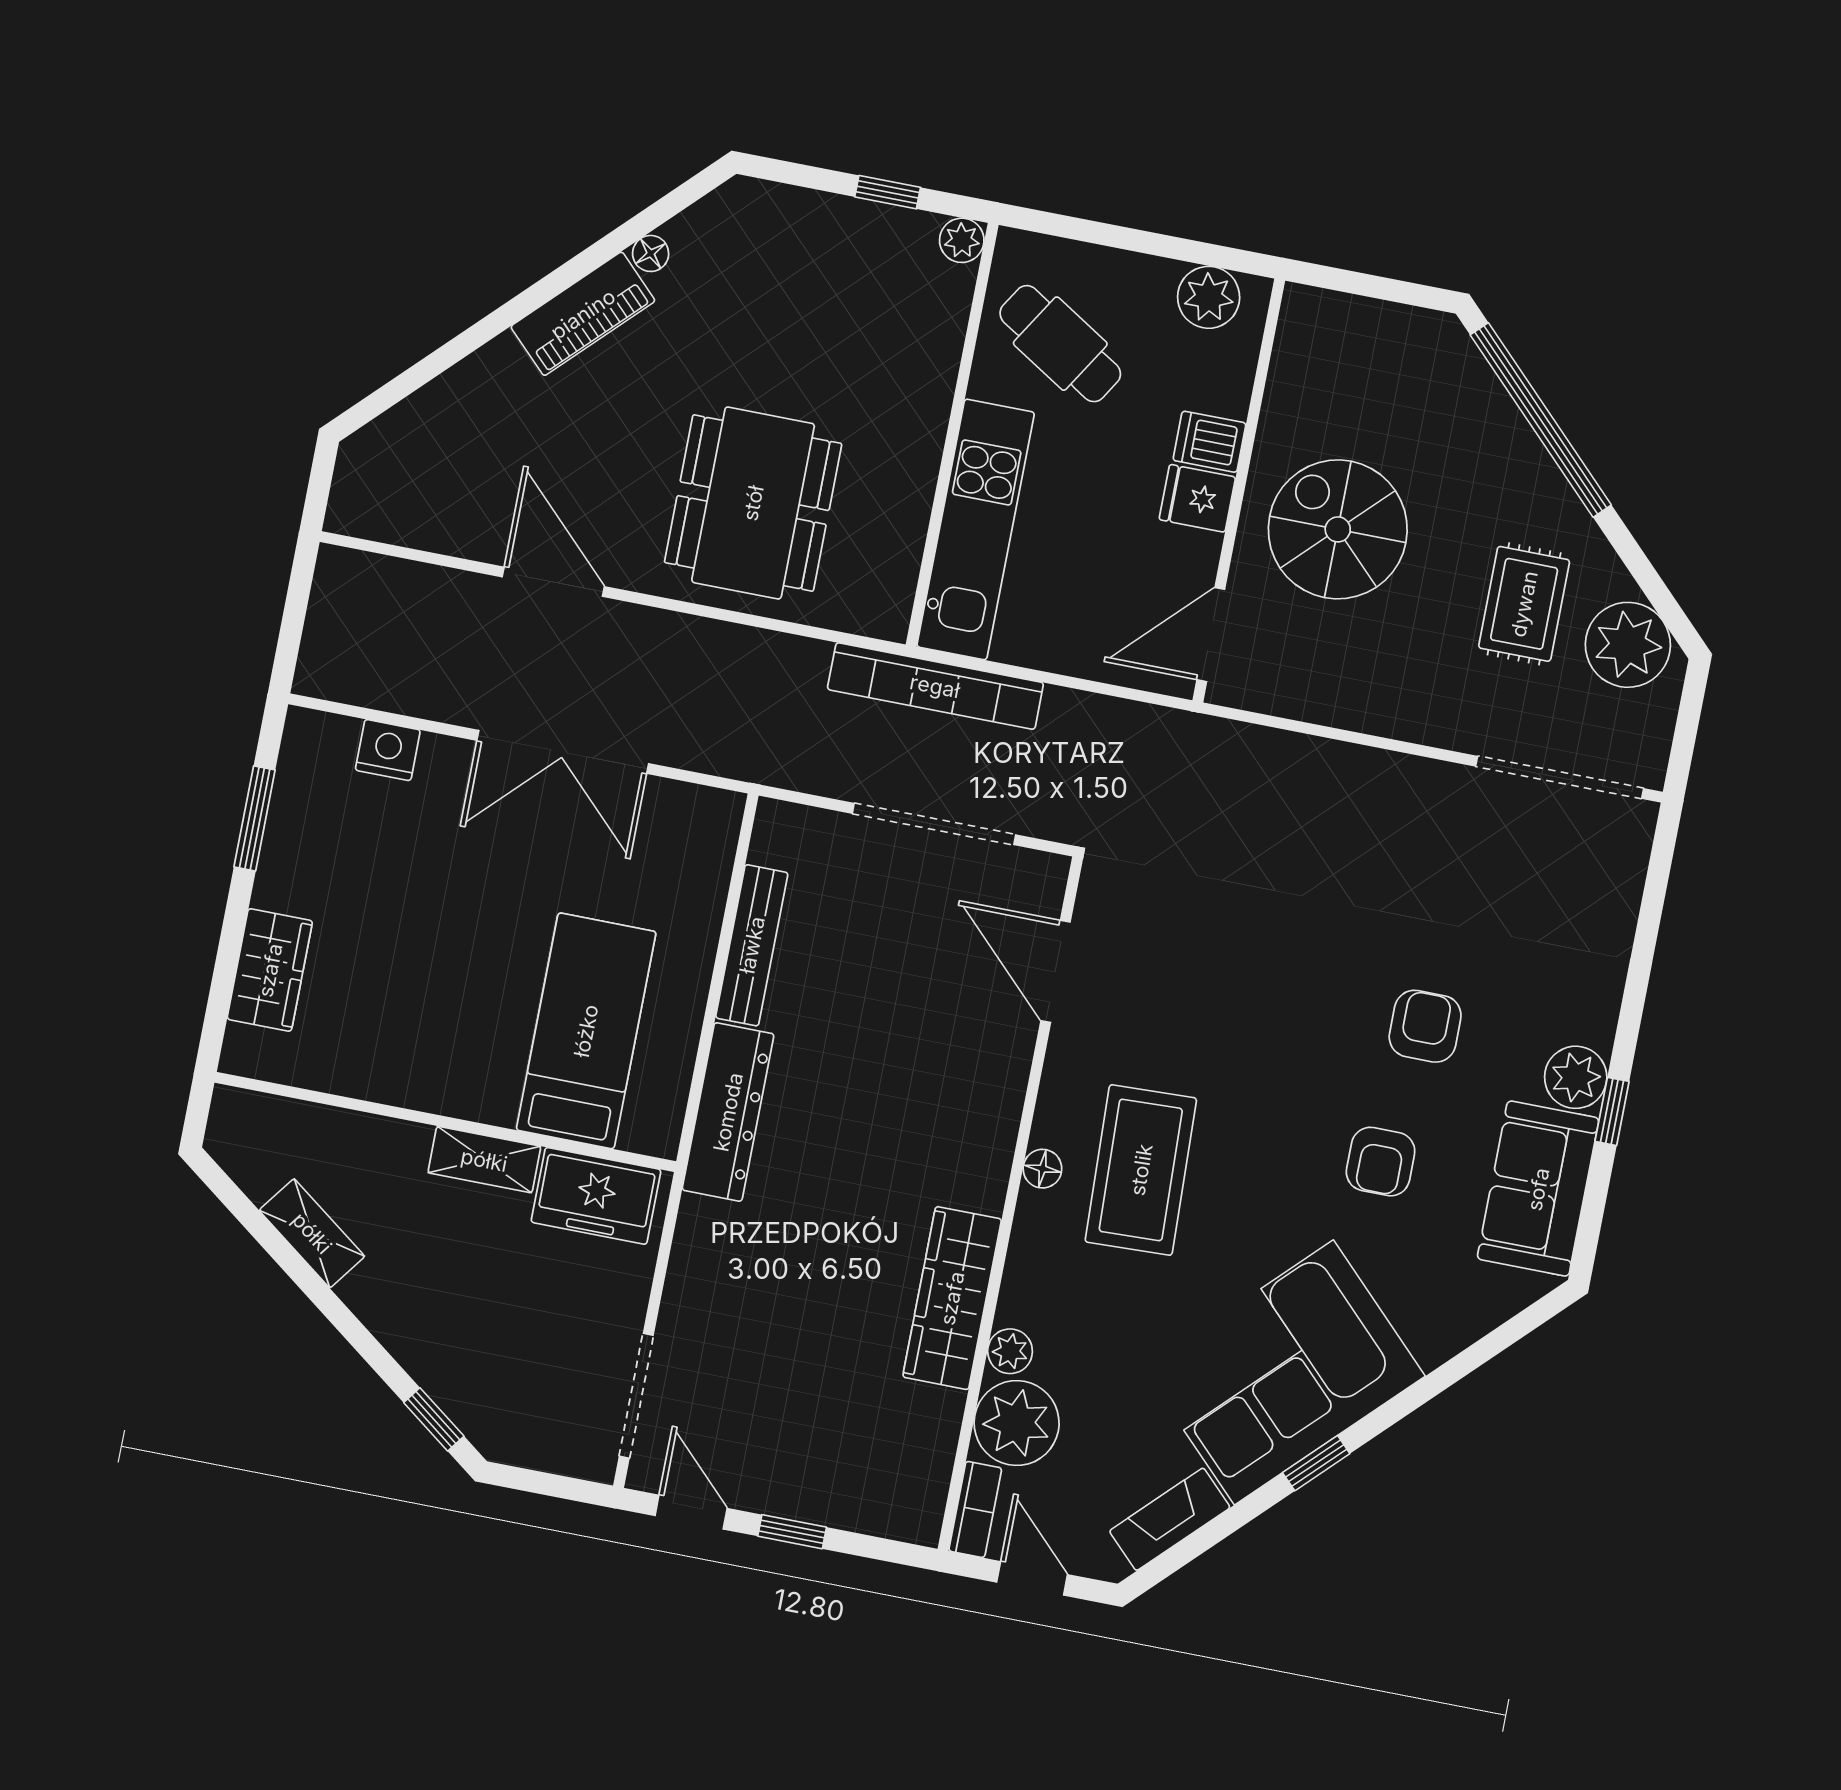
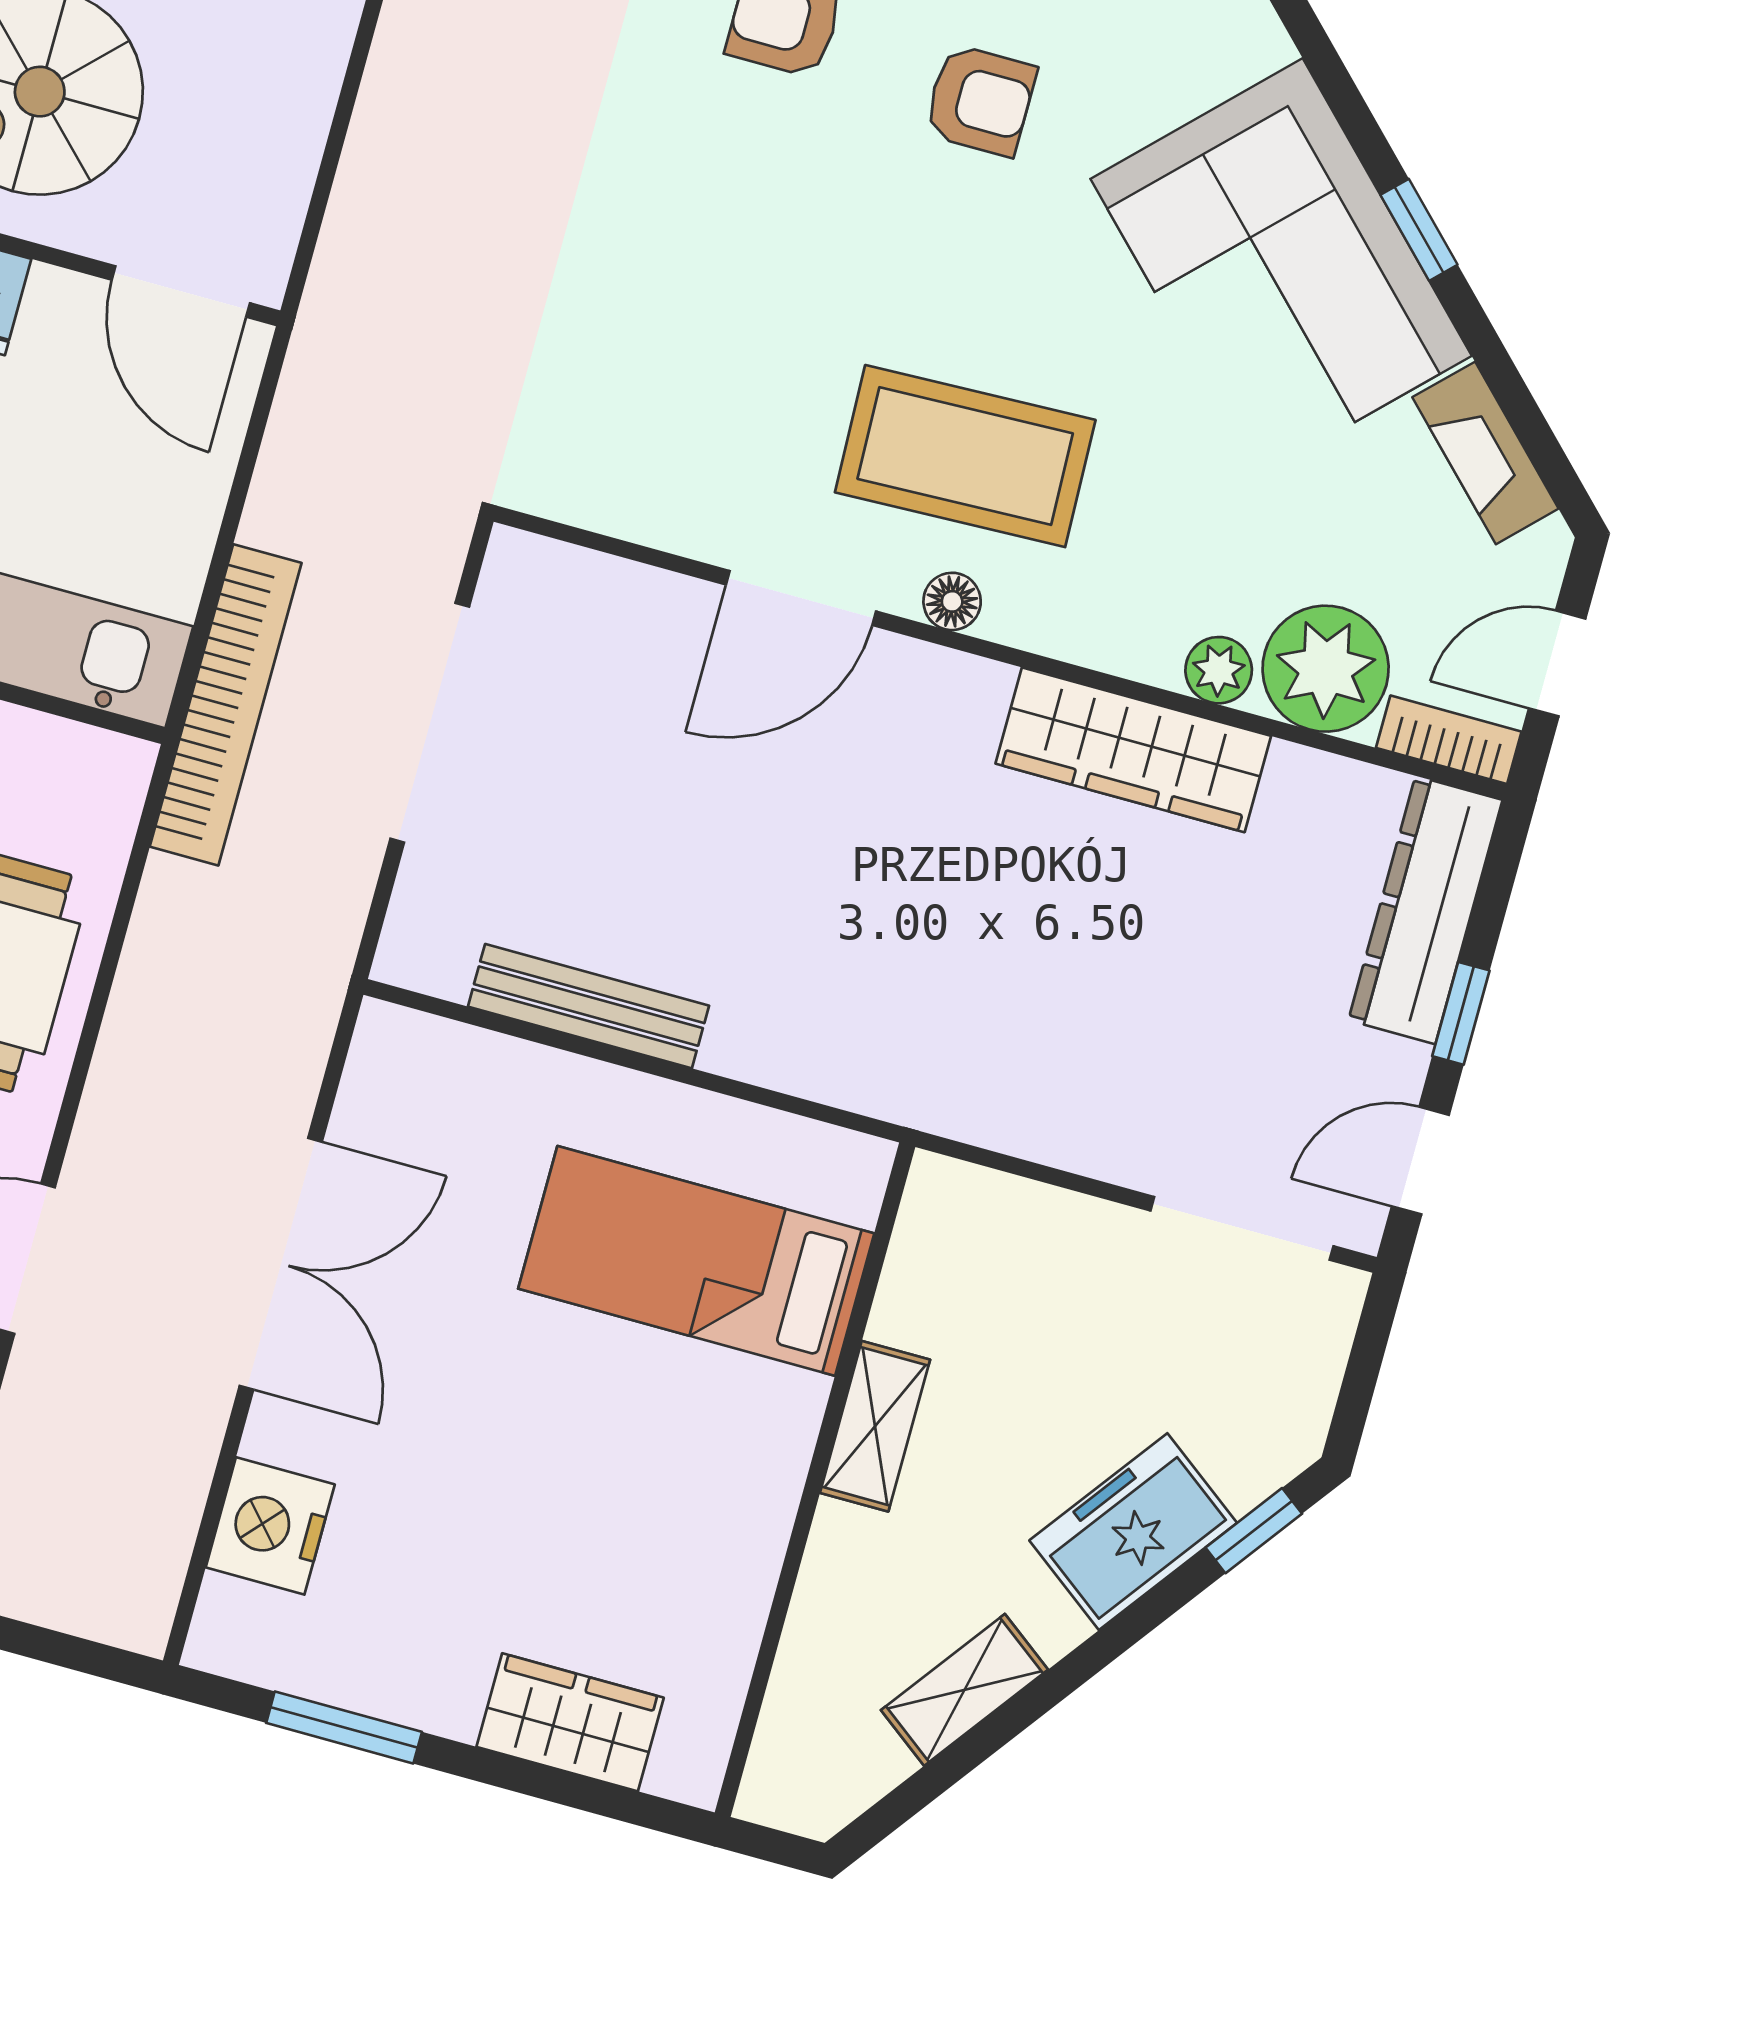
nightstand: (388, 750) -> (270, 1526), width x1.36, depth x1.33
door: (1055, 971) -> (801, 598), moved
dresser: (728, 1112) -> (1425, 910), moved, turned -90
freezer: (596, 1196) -> (1133, 1532), moved, turned -143

